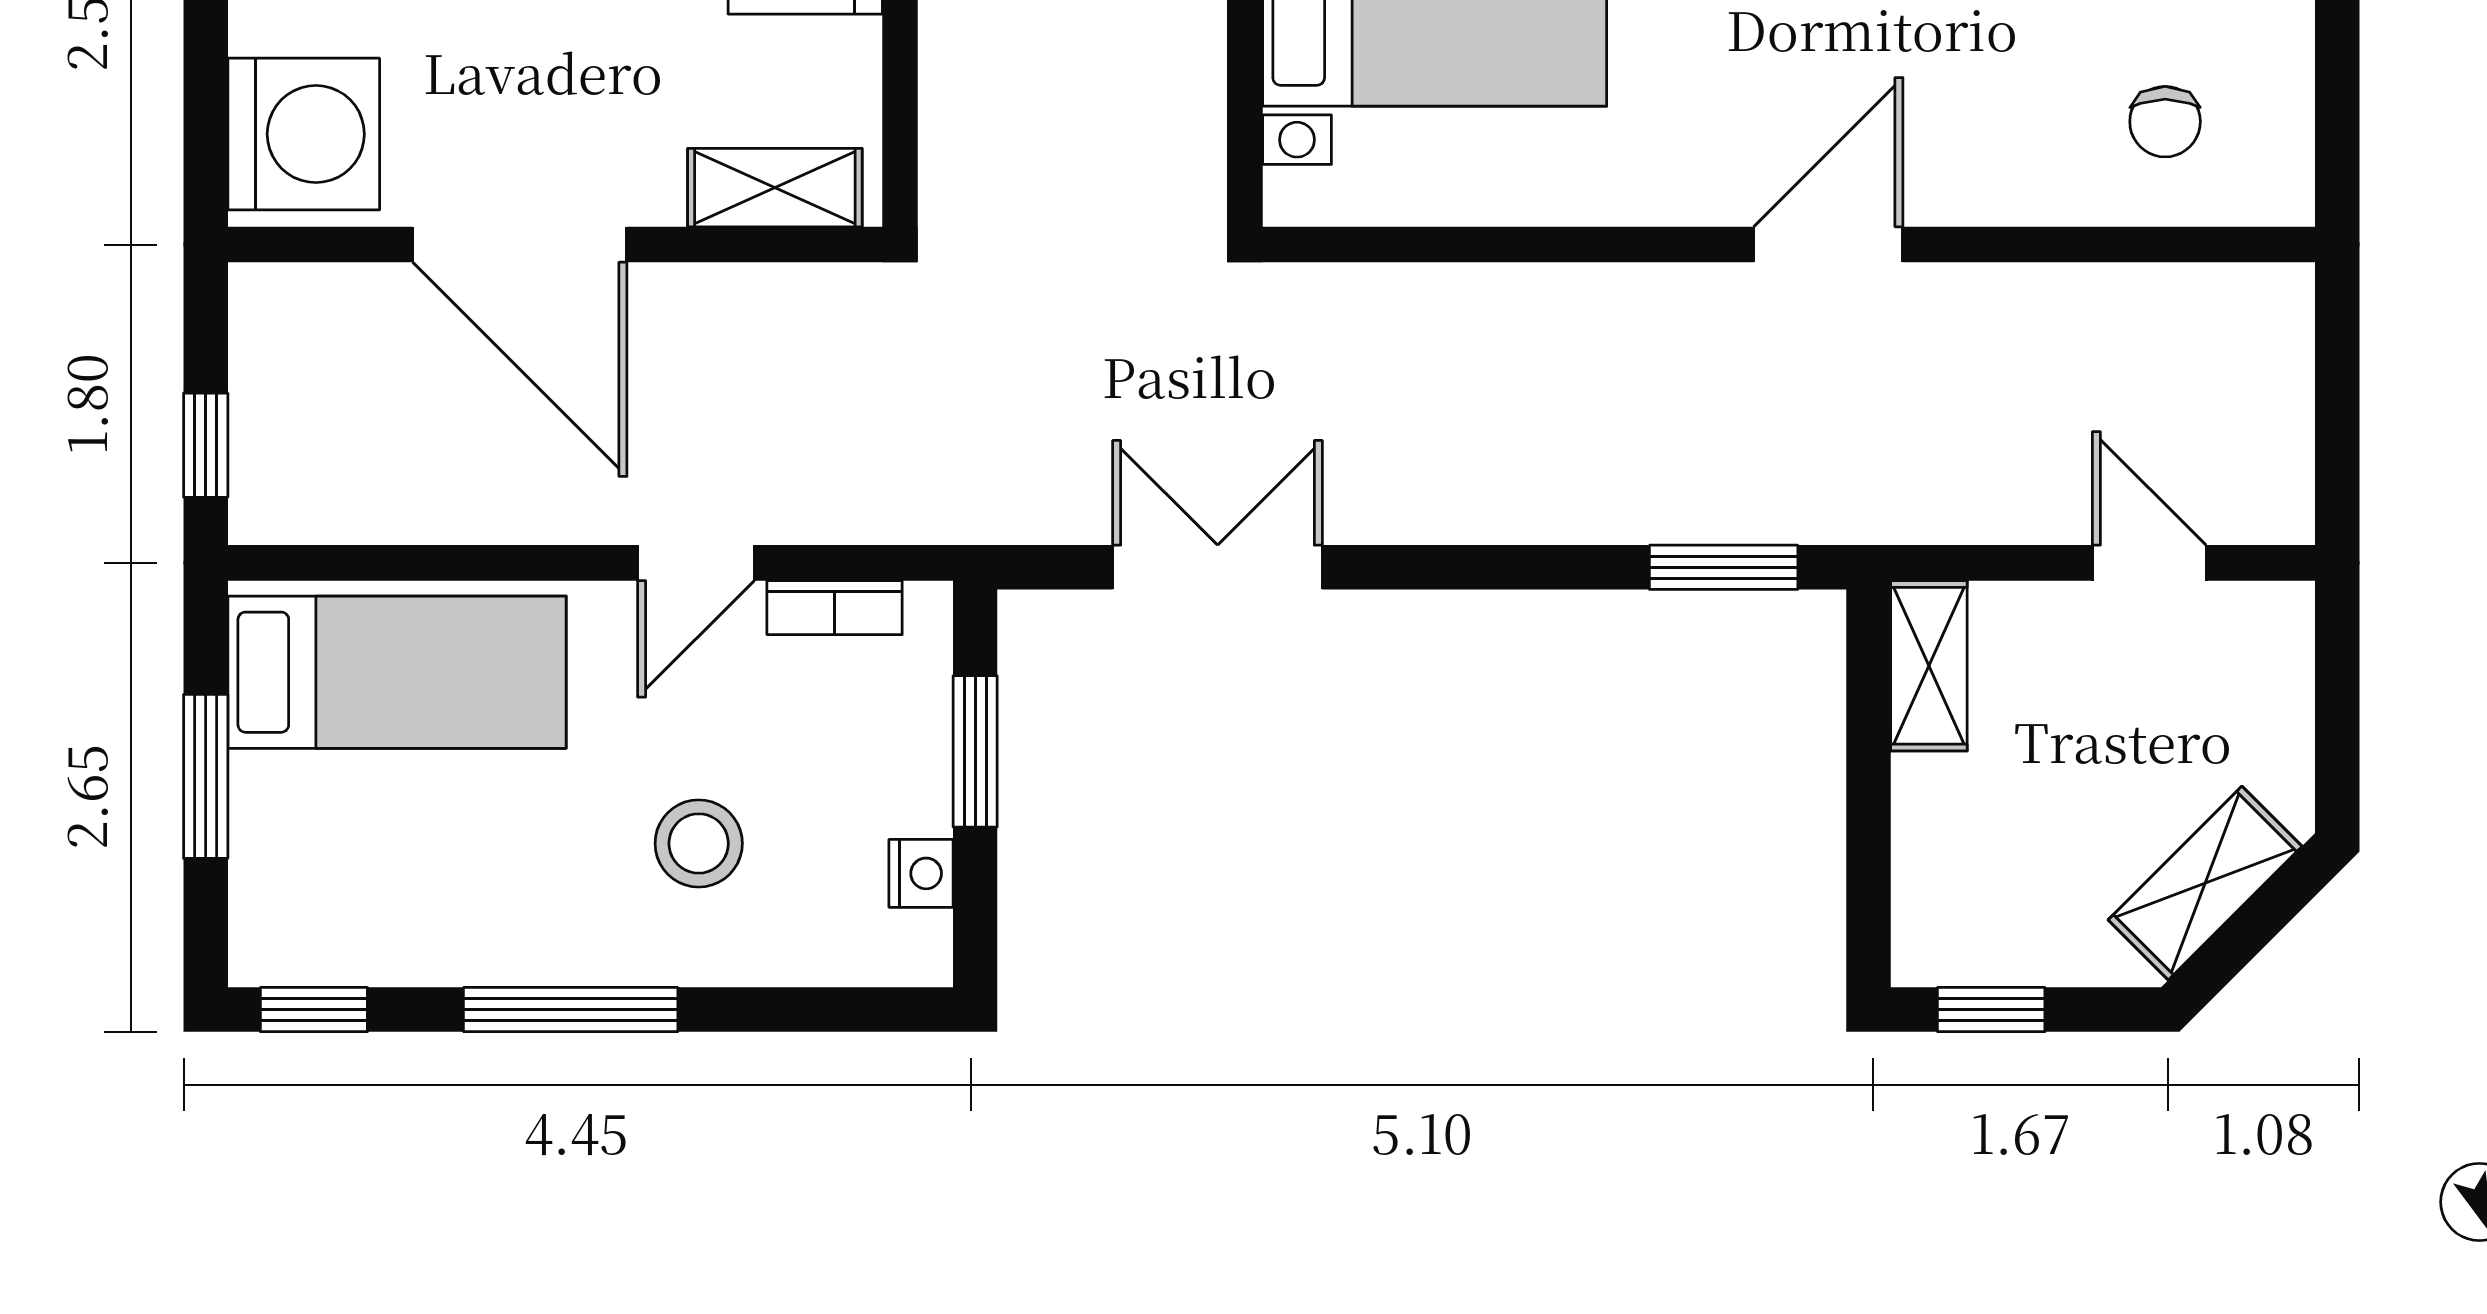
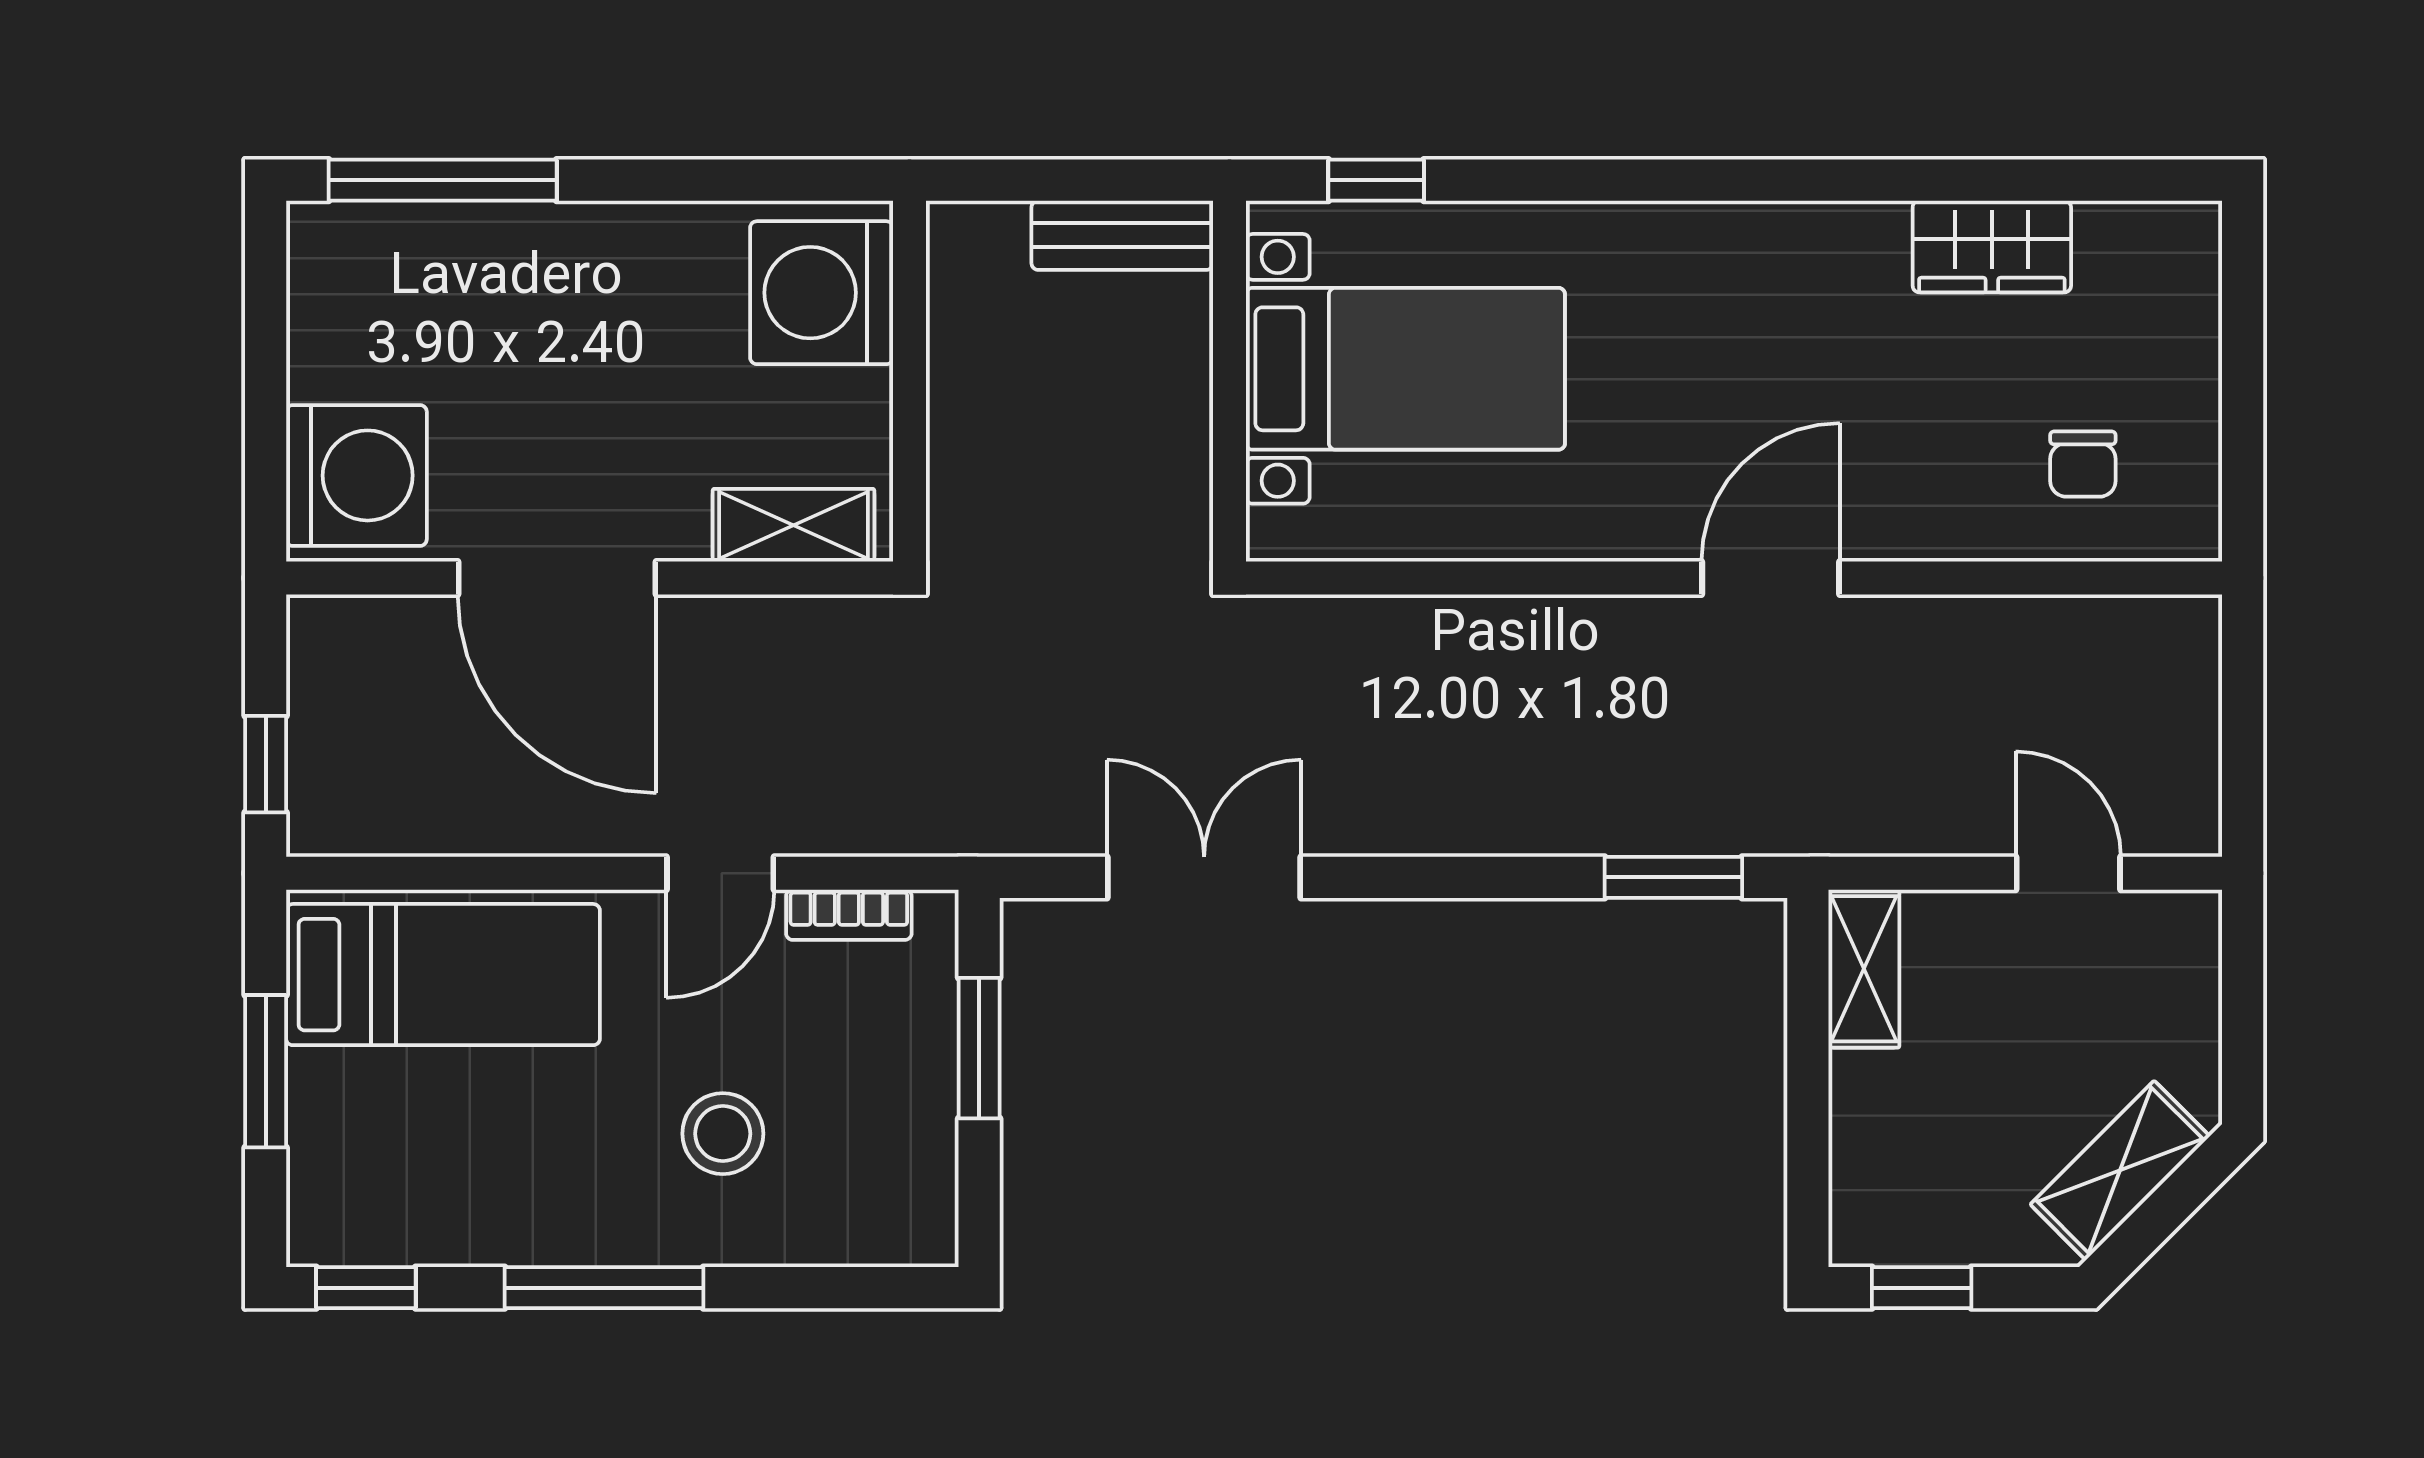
nightstand: (921, 873) -> (929, 1161), removed

